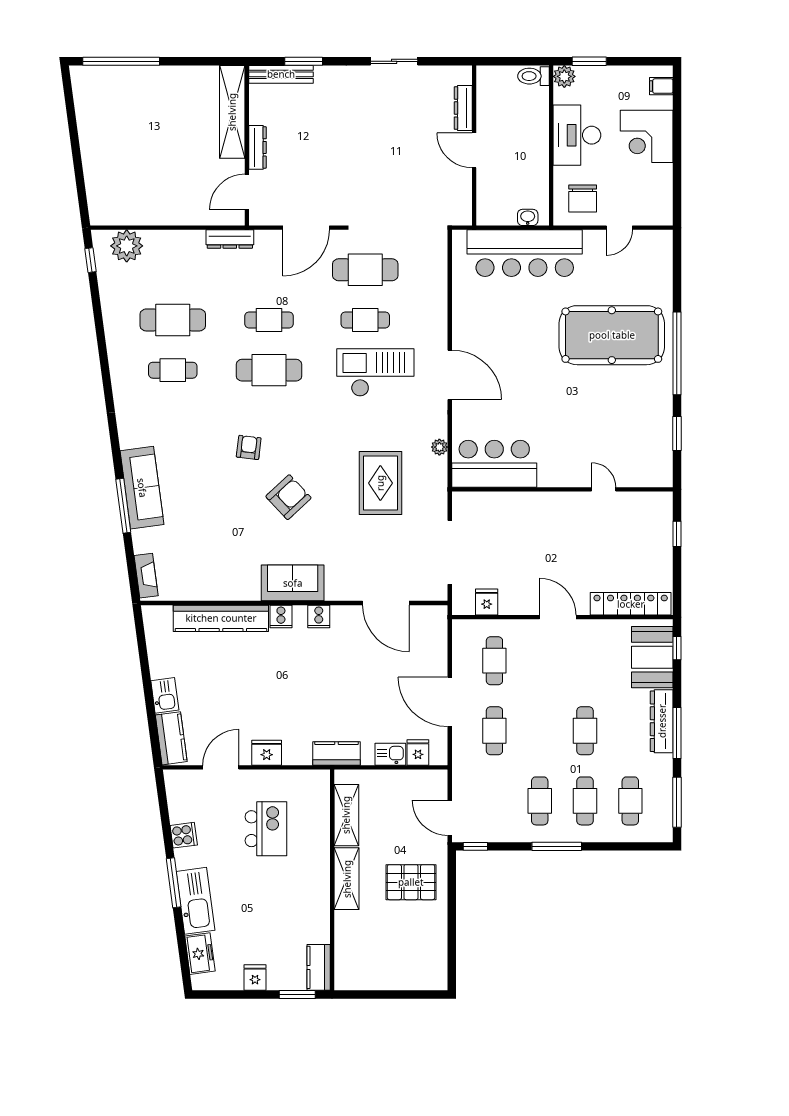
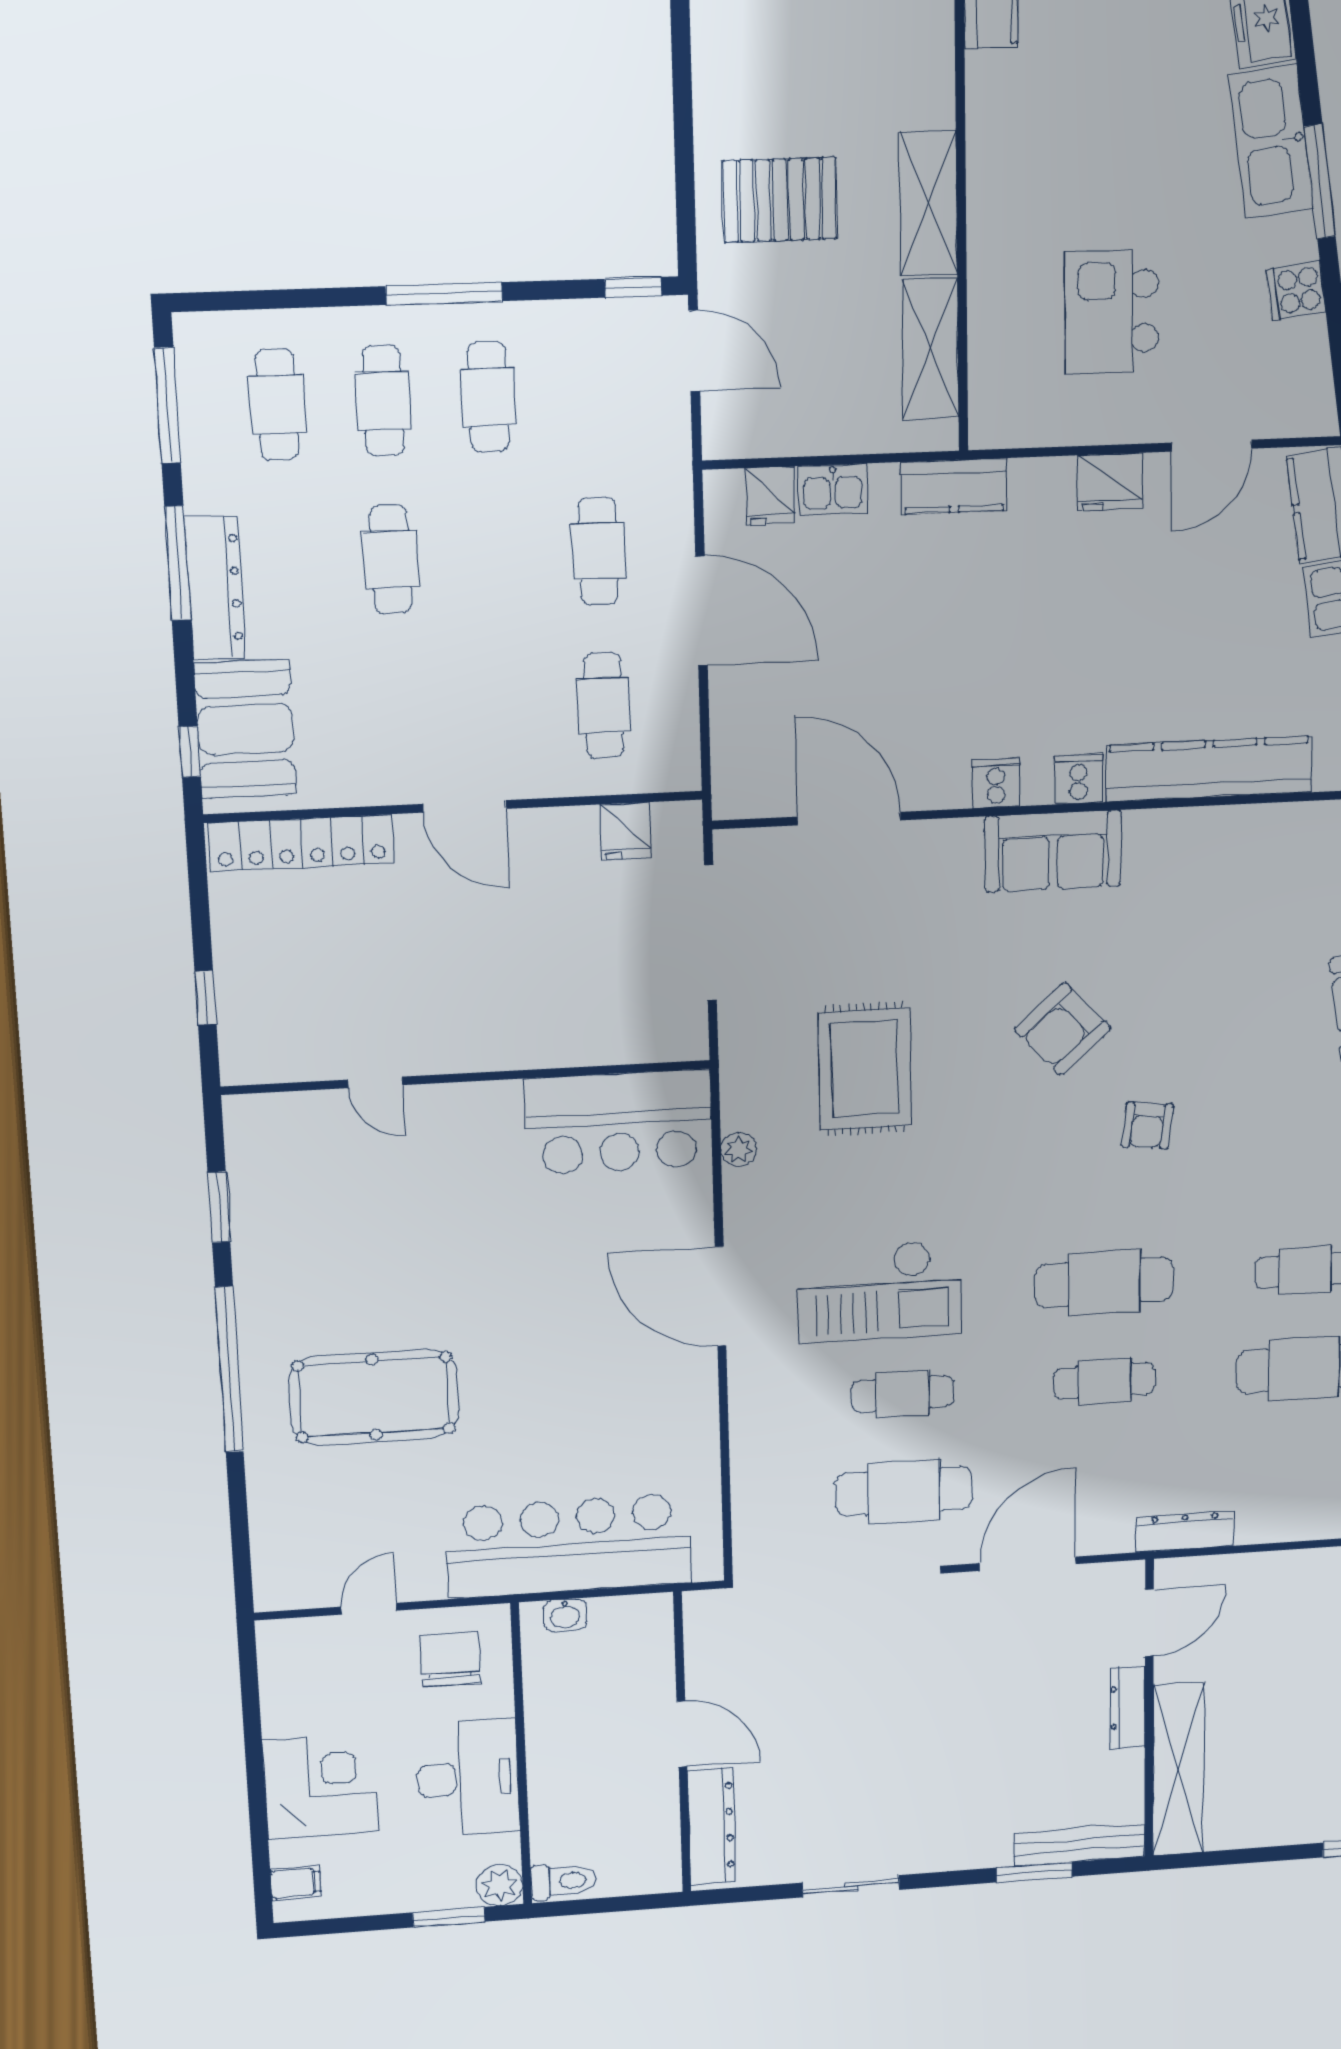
dresser: (463, 108) -> (712, 1826), width x1.37, depth x1.24
pool table: (612, 335) -> (374, 1397), width x0.73, depth x0.76

